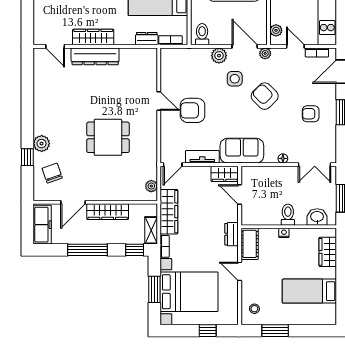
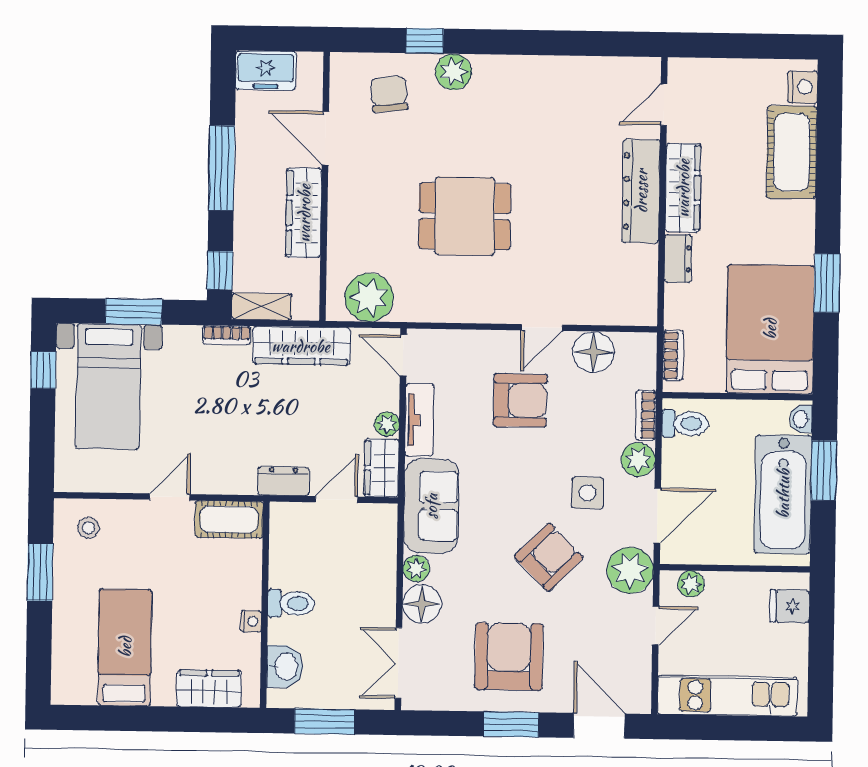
dresser: (147, 39) -> (678, 259), moved
bookcase: (317, 52) -> (646, 415), moved
plant: (265, 53) -> (630, 570), width x1.88, depth x1.88
floor lamp: (170, 77) -> (593, 352), added
armchair: (193, 110) -> (520, 400), turned 90
armchair: (311, 114) -> (509, 656), width x1.88, depth x1.88
dining table: (108, 137) -> (465, 216), turned 90
plant: (271, 157) -> (416, 569), added
floor lamp: (283, 158) -> (422, 604), width x1.89, depth x1.89
plant: (204, 172) -> (387, 424), added
chair: (52, 173) -> (389, 94), turned -77
plant: (151, 186) -> (369, 297), width x1.88, depth x1.88
freezer: (42, 225) -> (266, 70), width x0.71
nightstand: (284, 233) -> (251, 621), moved
dresser: (232, 234) -> (283, 481), moved
bed with nightstands: (189, 292) -> (108, 386), width x0.73
window: (208, 331) -> (43, 370), moved

